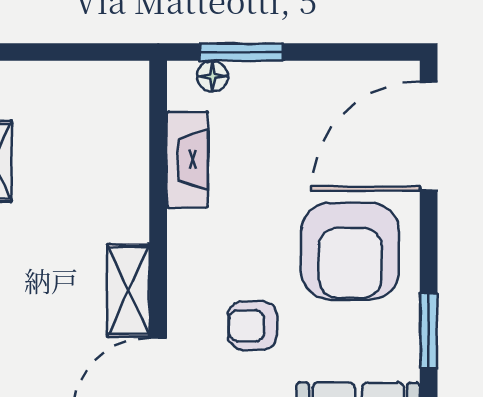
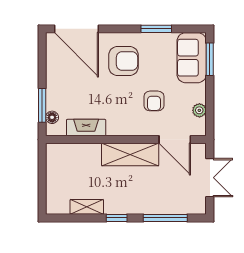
armchair: (350, 251) -> (124, 61), width x0.73, depth x0.73
shelving: (129, 291) -> (130, 154), width x1.50, depth x1.33

